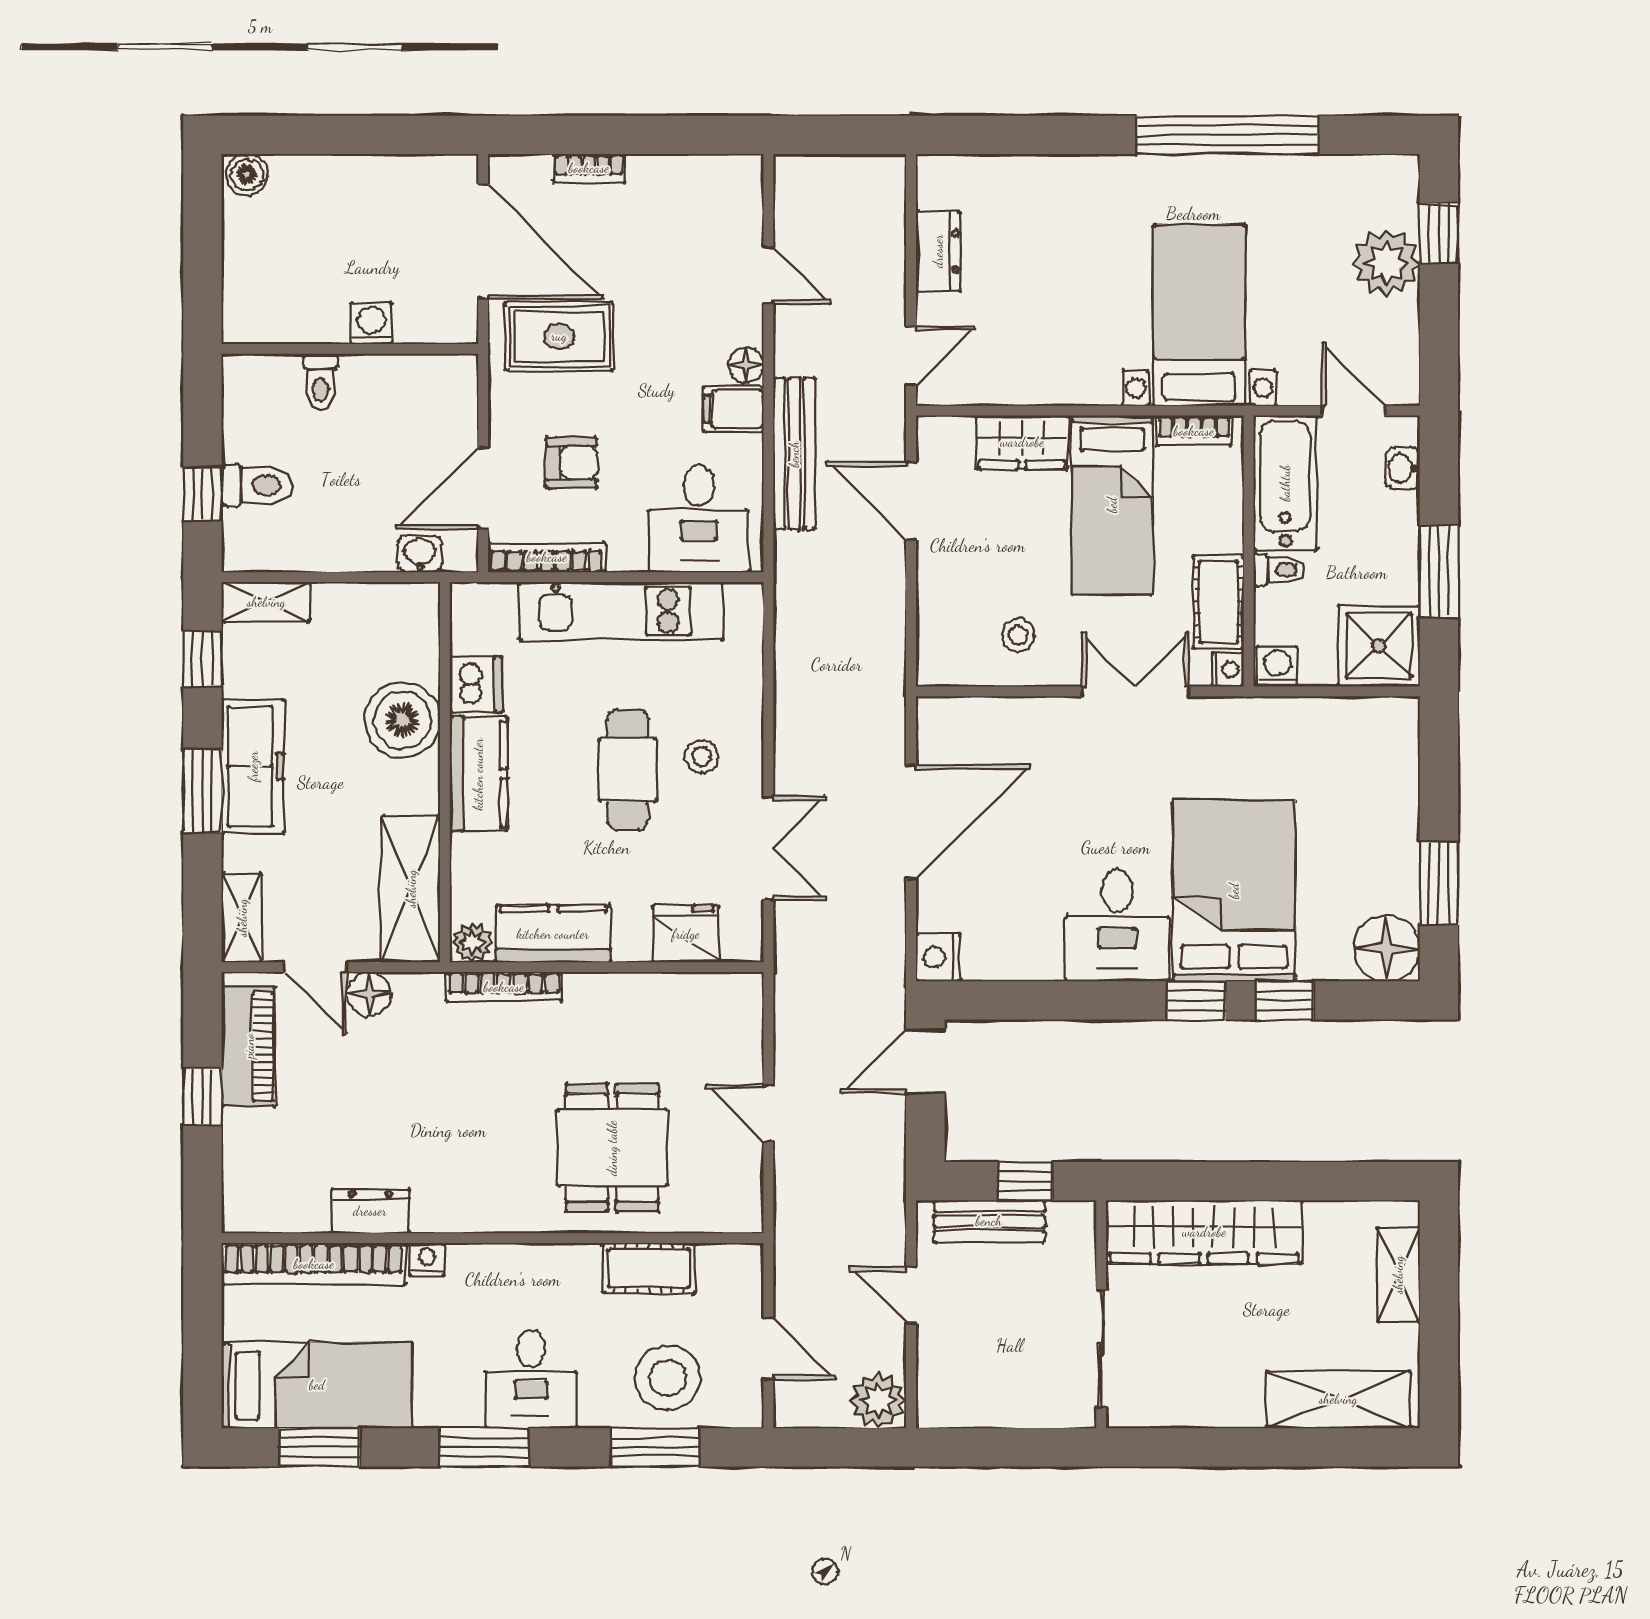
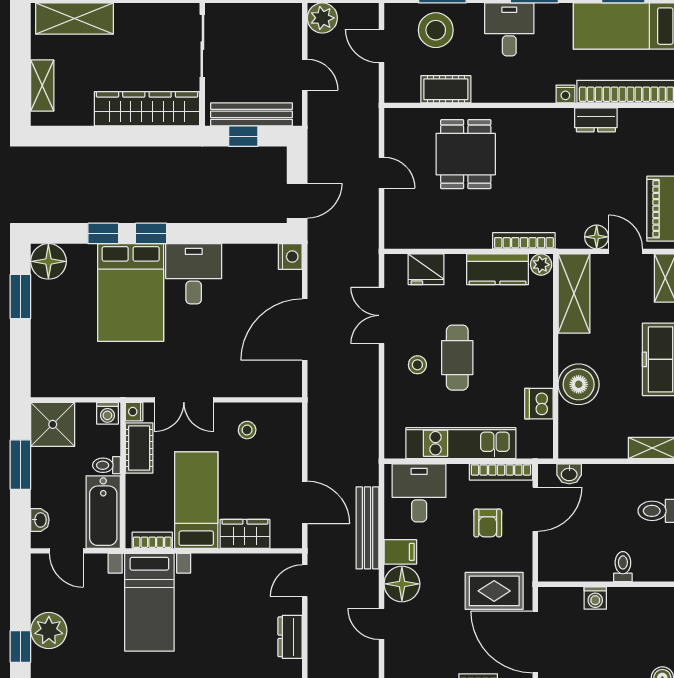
floor lamp: (746, 365) -> (402, 584), width x1.89, depth x1.89
armchair: (571, 463) -> (488, 523), turned -90
kitchen counter: (478, 774) -> (538, 355), removed
bench: (989, 1221) -> (252, 114), width x1.36

